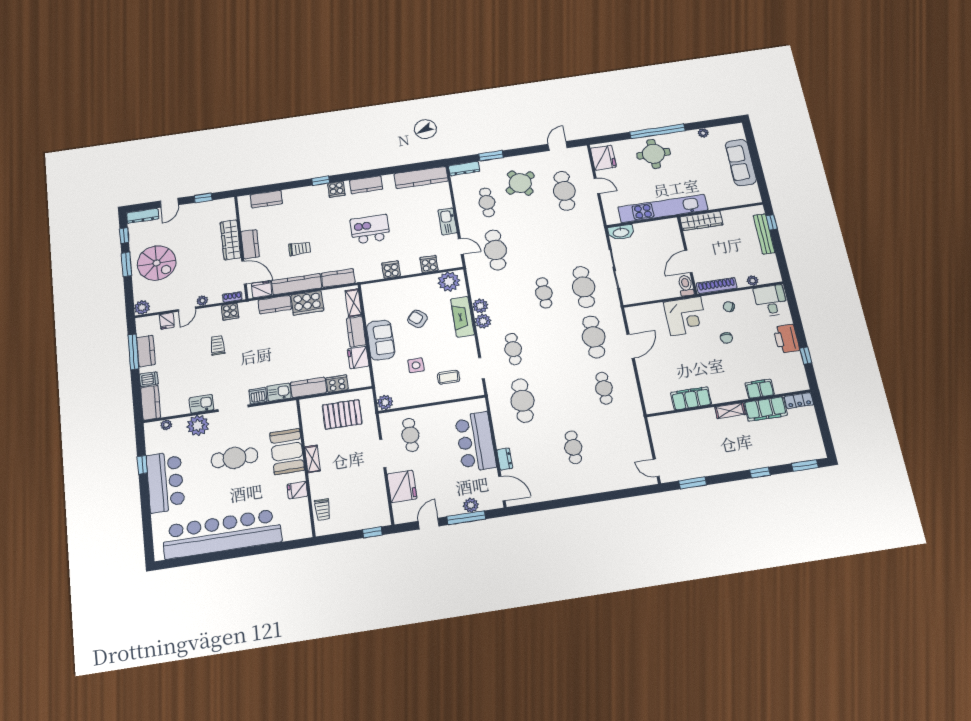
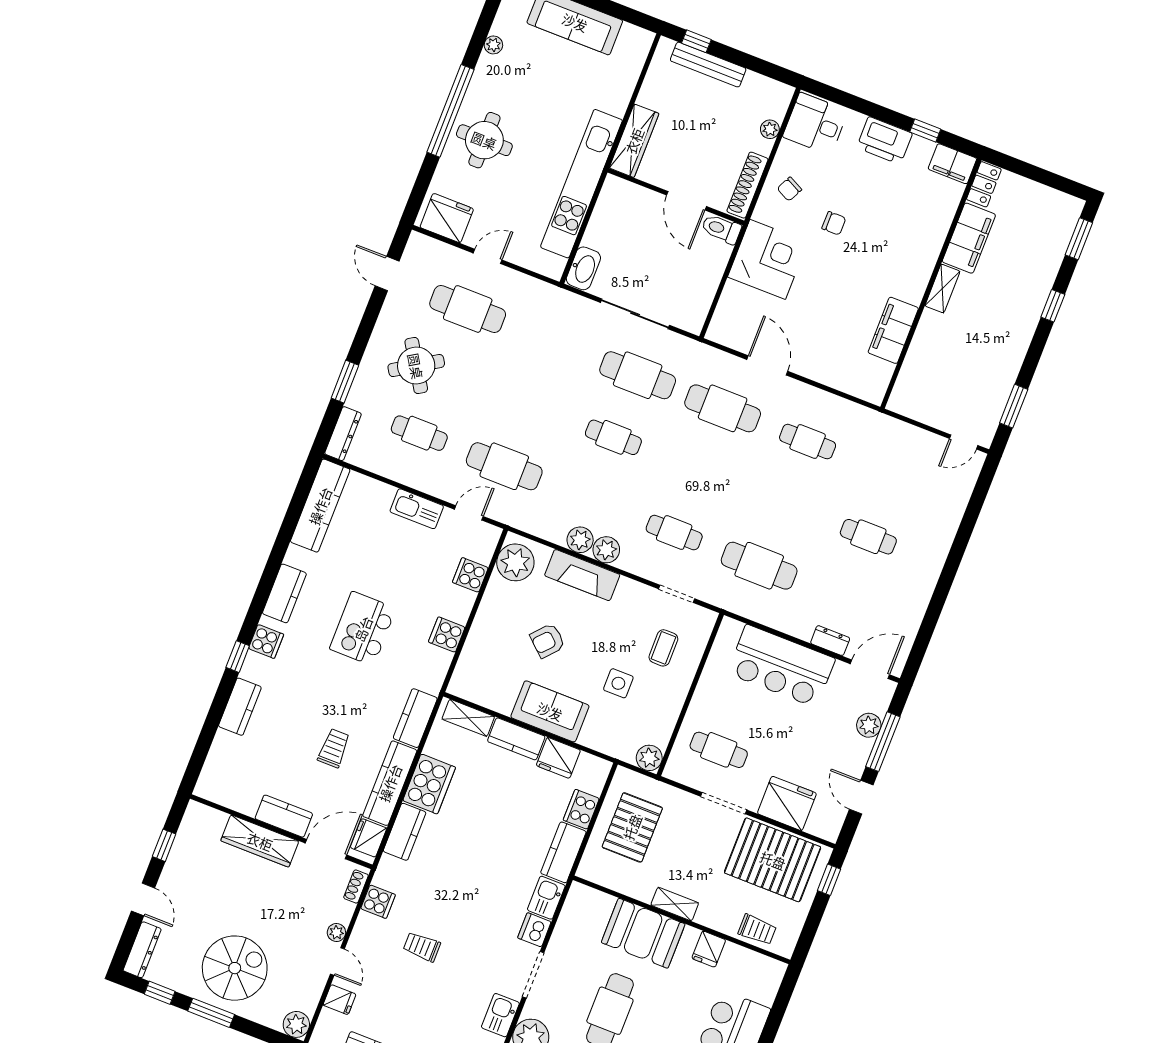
kitchen counter: (266, 199) -> (240, 707), moved
filing cabinet: (760, 389) -> (952, 164), moved, turned -90
pallet: (366, 496) -> (773, 860), added

